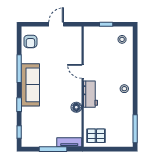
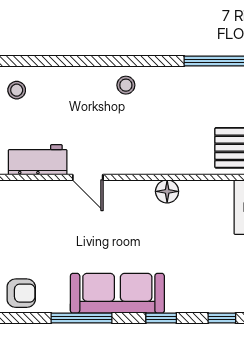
door: (83, 71) -> (88, 177), hinge flipped
workbench: (91, 94) -> (38, 160), moved

